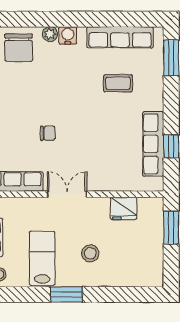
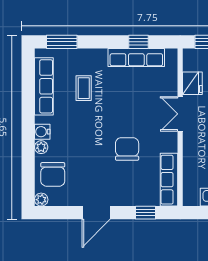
chair: (19, 48) -> (53, 174), turned 90
chair: (48, 133) -> (127, 149), width x1.87, depth x1.87
double door: (67, 194) -> (180, 114), moved

